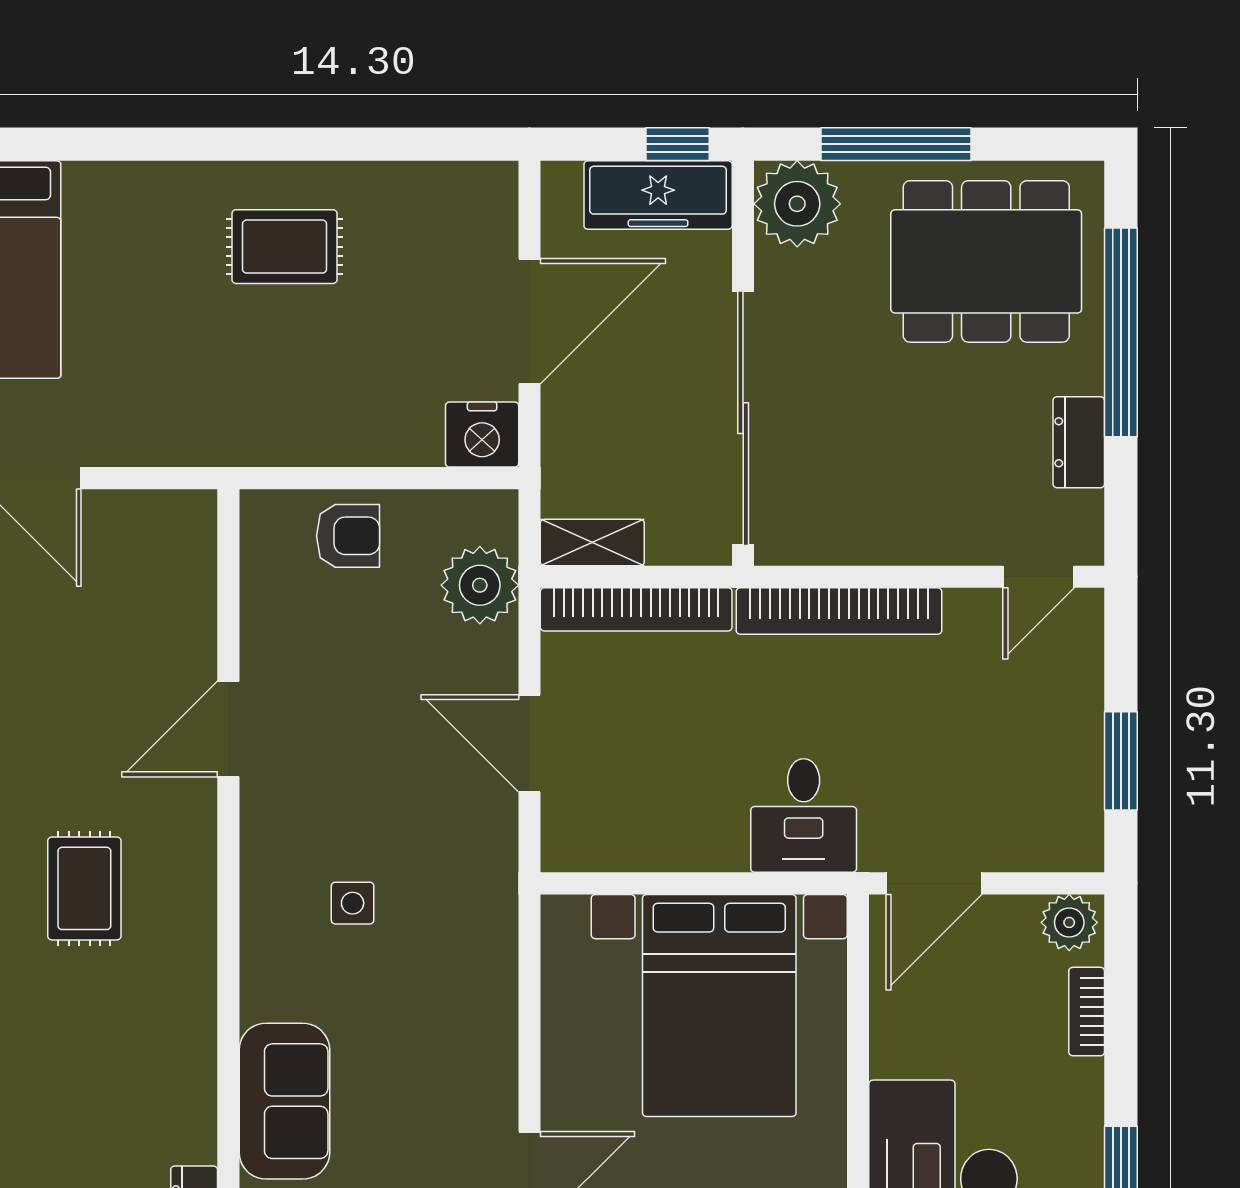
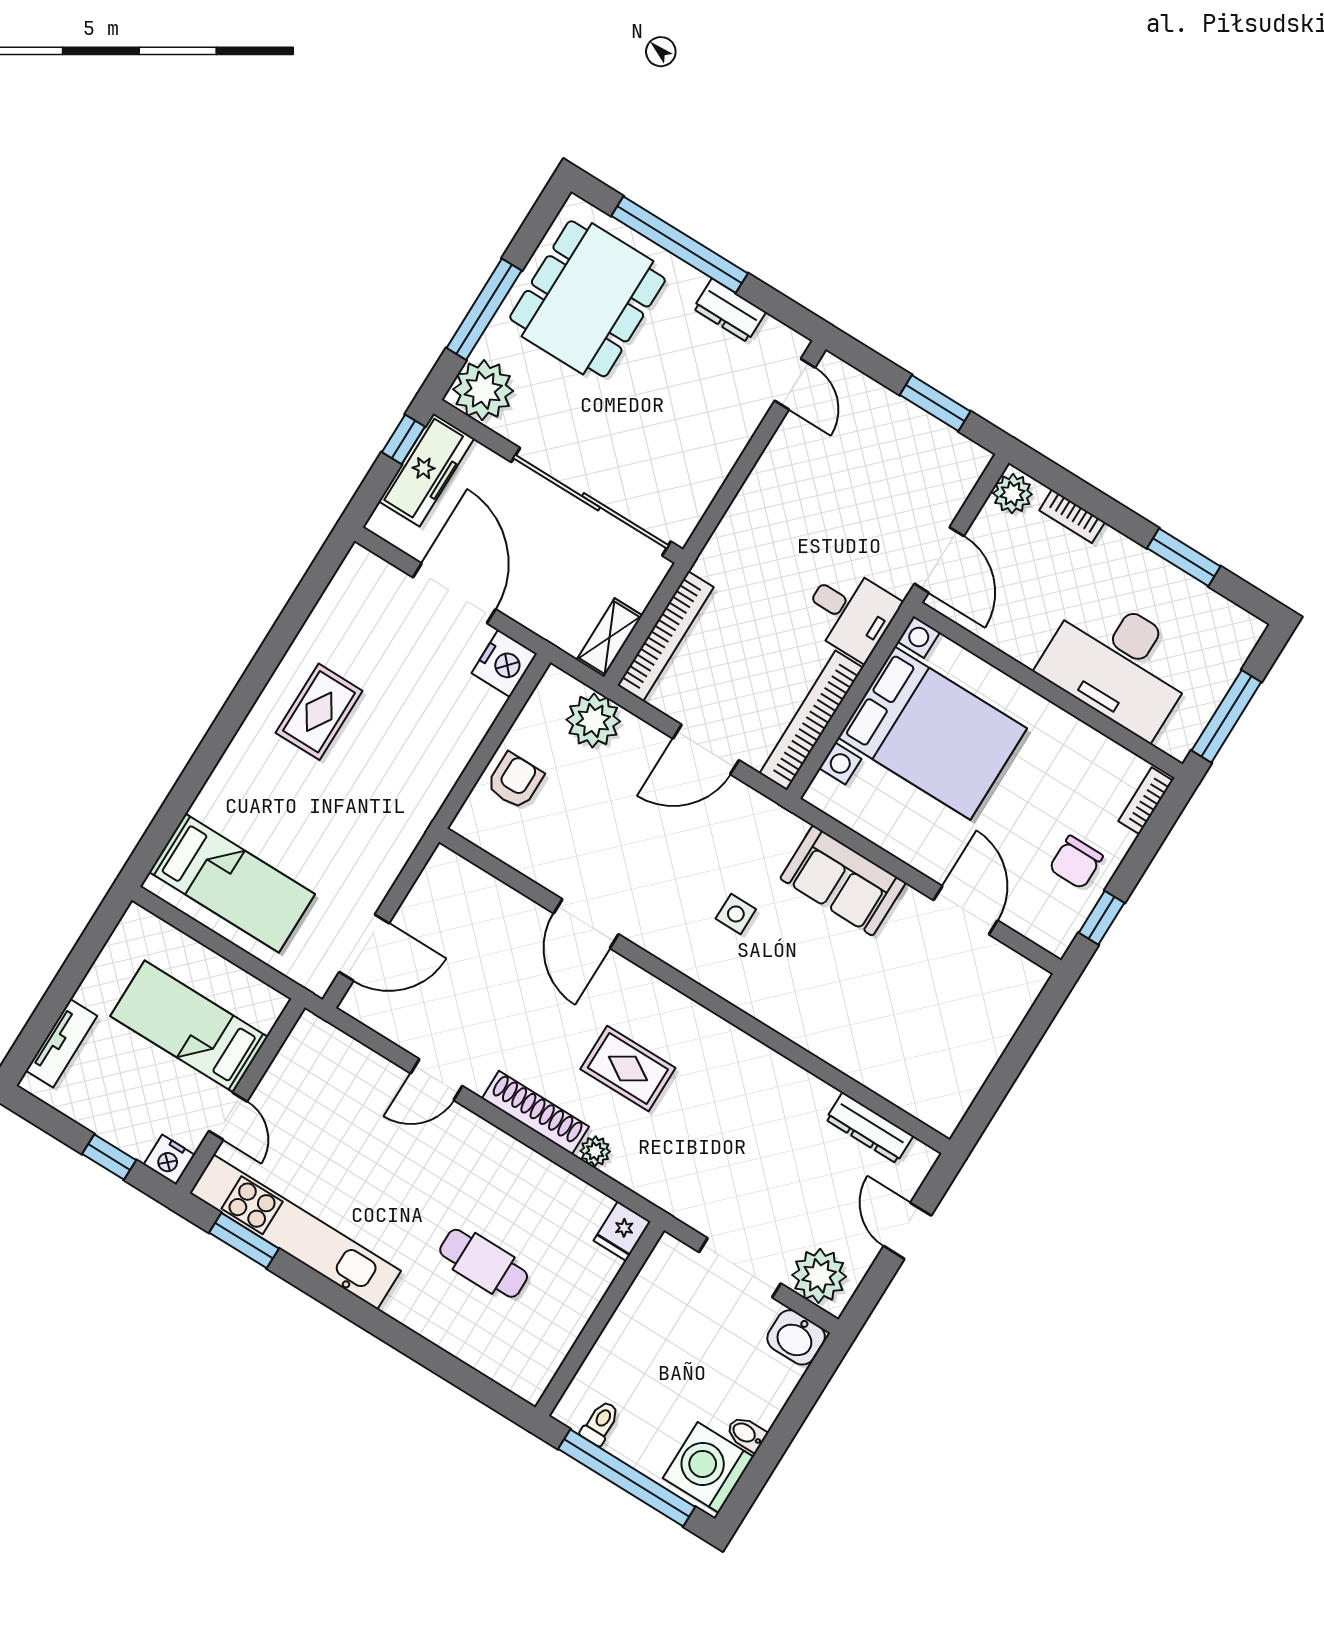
bookcase: (839, 611) -> (811, 720), moved, turned 180
sofa: (284, 1101) -> (843, 881), moved, turned 180

